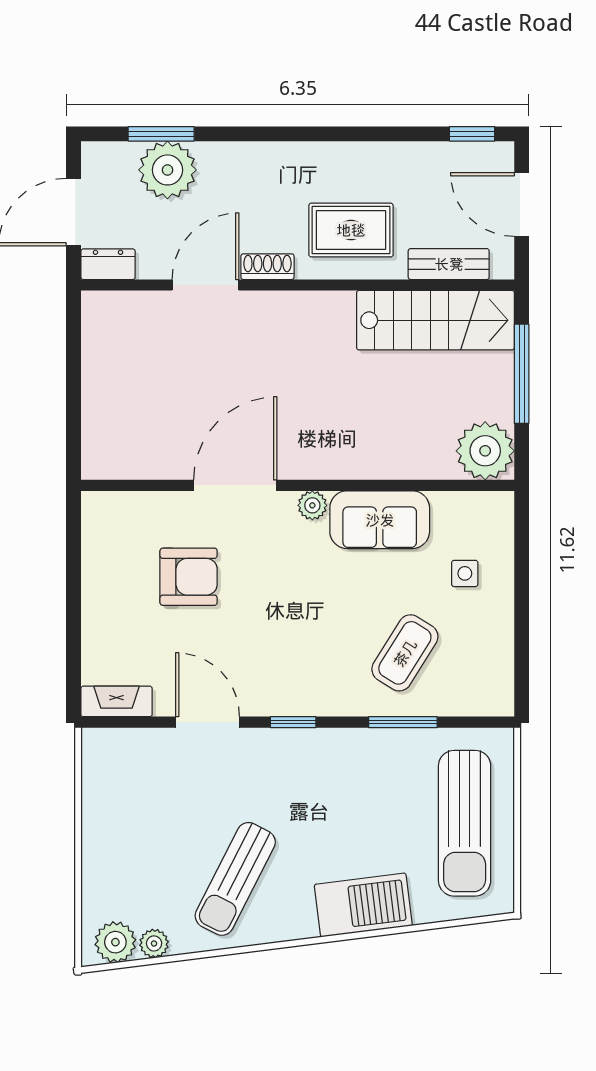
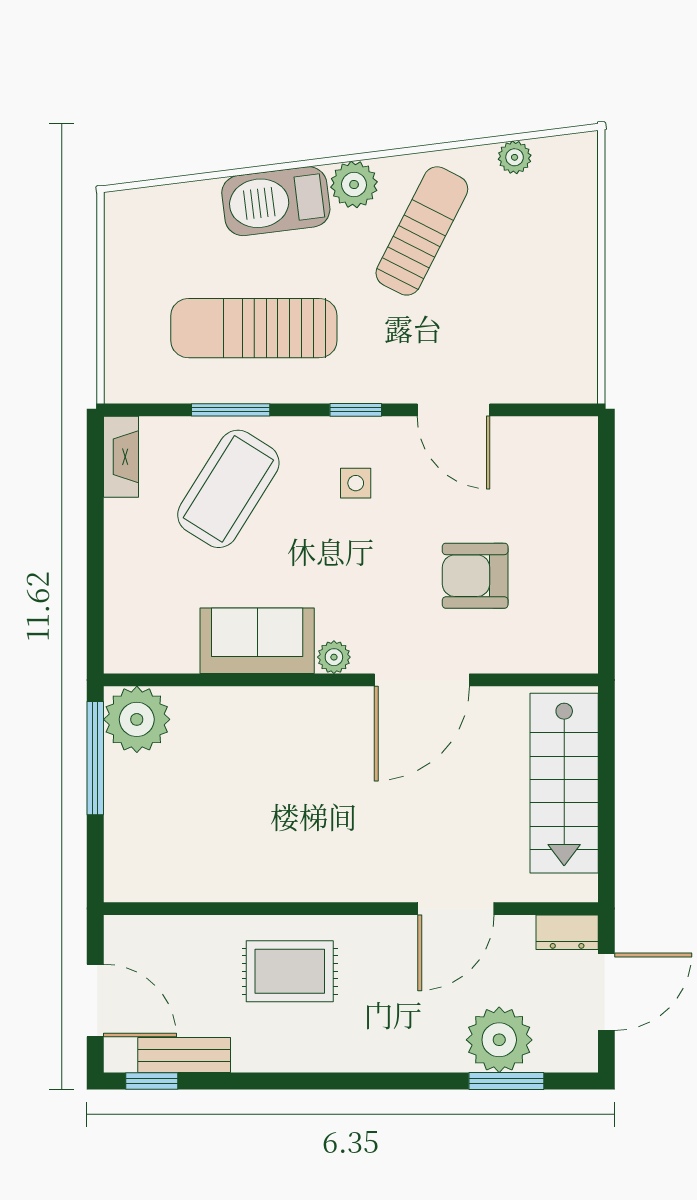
bench: (449, 264) -> (184, 1055), moved
shoe rack: (267, 267) -> (385, 929), removed
stairs: (435, 320) -> (564, 783), moved, turned -90
window: (522, 374) -> (95, 758), moved
side table: (465, 573) -> (356, 483), moved
coffee table: (405, 653) -> (228, 489), width x1.36, depth x1.32
fireplace: (116, 701) -> (121, 457), moved, turned -90
sun lounger: (465, 823) -> (254, 328), moved, turned -90
plant: (115, 942) -> (354, 185), moved

